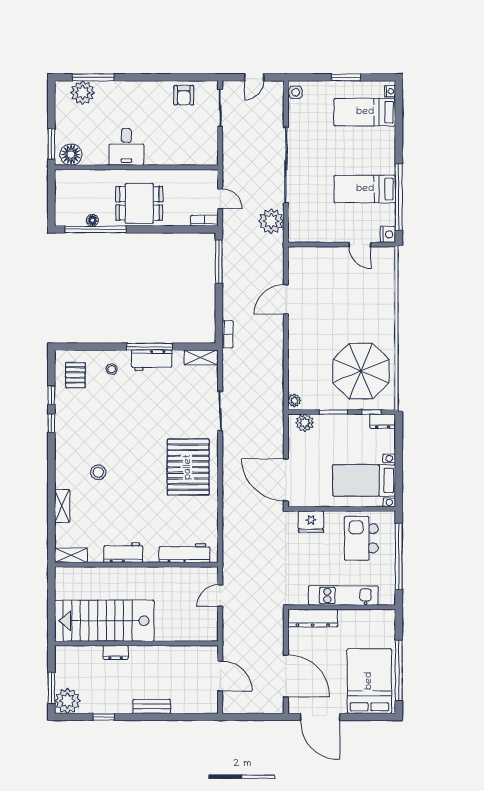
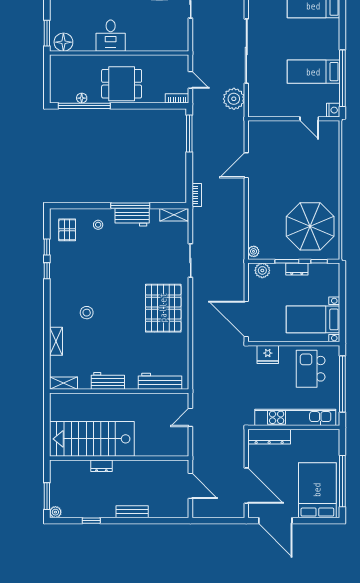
dresser: (383, 421) -> (297, 269), moved
kitchen unit: (343, 595) -> (295, 417), width x1.36
plant: (68, 701) -> (55, 512), width x0.53, depth x0.53

